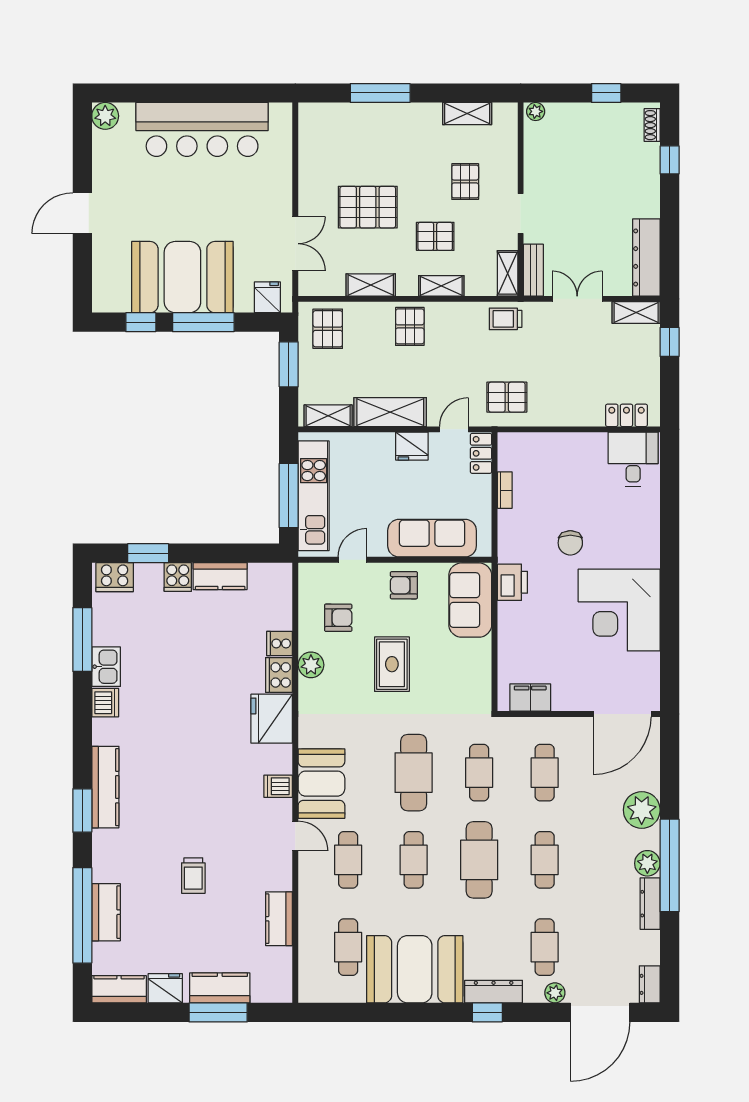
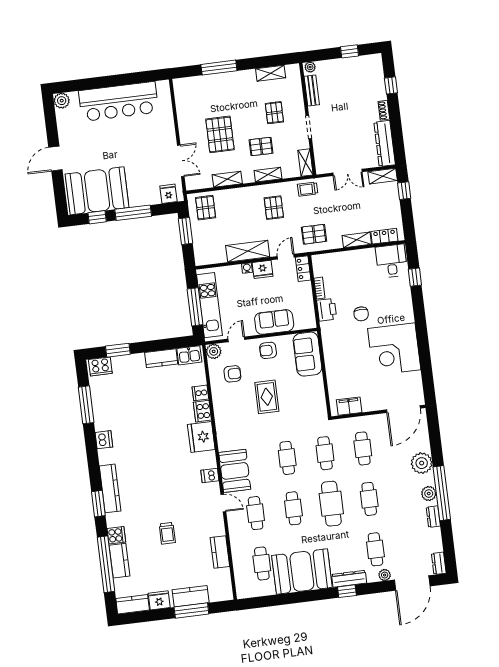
shoe rack: (652, 125) -> (384, 110), moved
pallet: (368, 207) -> (220, 134), turned 90
bench: (533, 270) -> (312, 91), moved
booth: (182, 277) -> (97, 191), moved
double door: (577, 299) -> (348, 172), swing flipped
pallet: (410, 326) -> (274, 208), moved
shelving: (328, 416) -> (357, 240), moved
water cooler: (385, 441) -> (247, 268), added
window: (670, 492) -> (415, 277), added
sofa: (432, 538) -> (274, 322), width x0.73
cooker: (178, 577) -> (116, 535), moved, turned -90
printer: (512, 582) -> (327, 310), moved
plant: (311, 665) -> (214, 351), moved
kitchen sink: (106, 667) -> (189, 355), moved, turned 90
cafe table: (414, 773) -> (287, 458), width x0.73, depth x0.74
dresser: (650, 904) -> (433, 517), width x0.70

